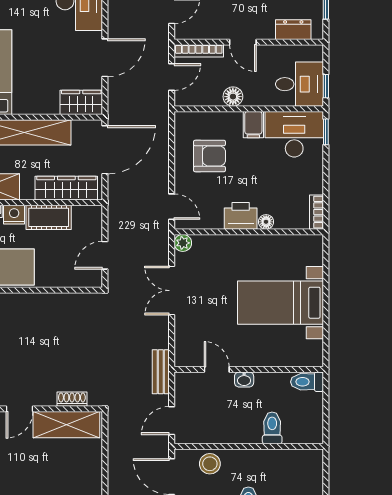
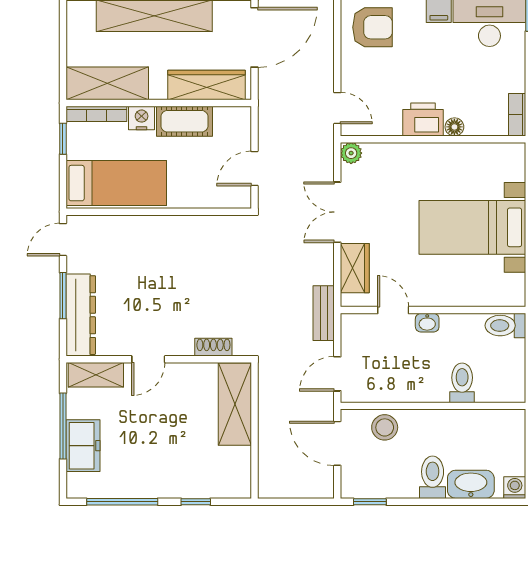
armchair: (209, 156) -> (373, 27), moved
wardrobe: (186, 335) -> (355, 268), added
shelving: (66, 425) -> (235, 404), moved, turned 90

